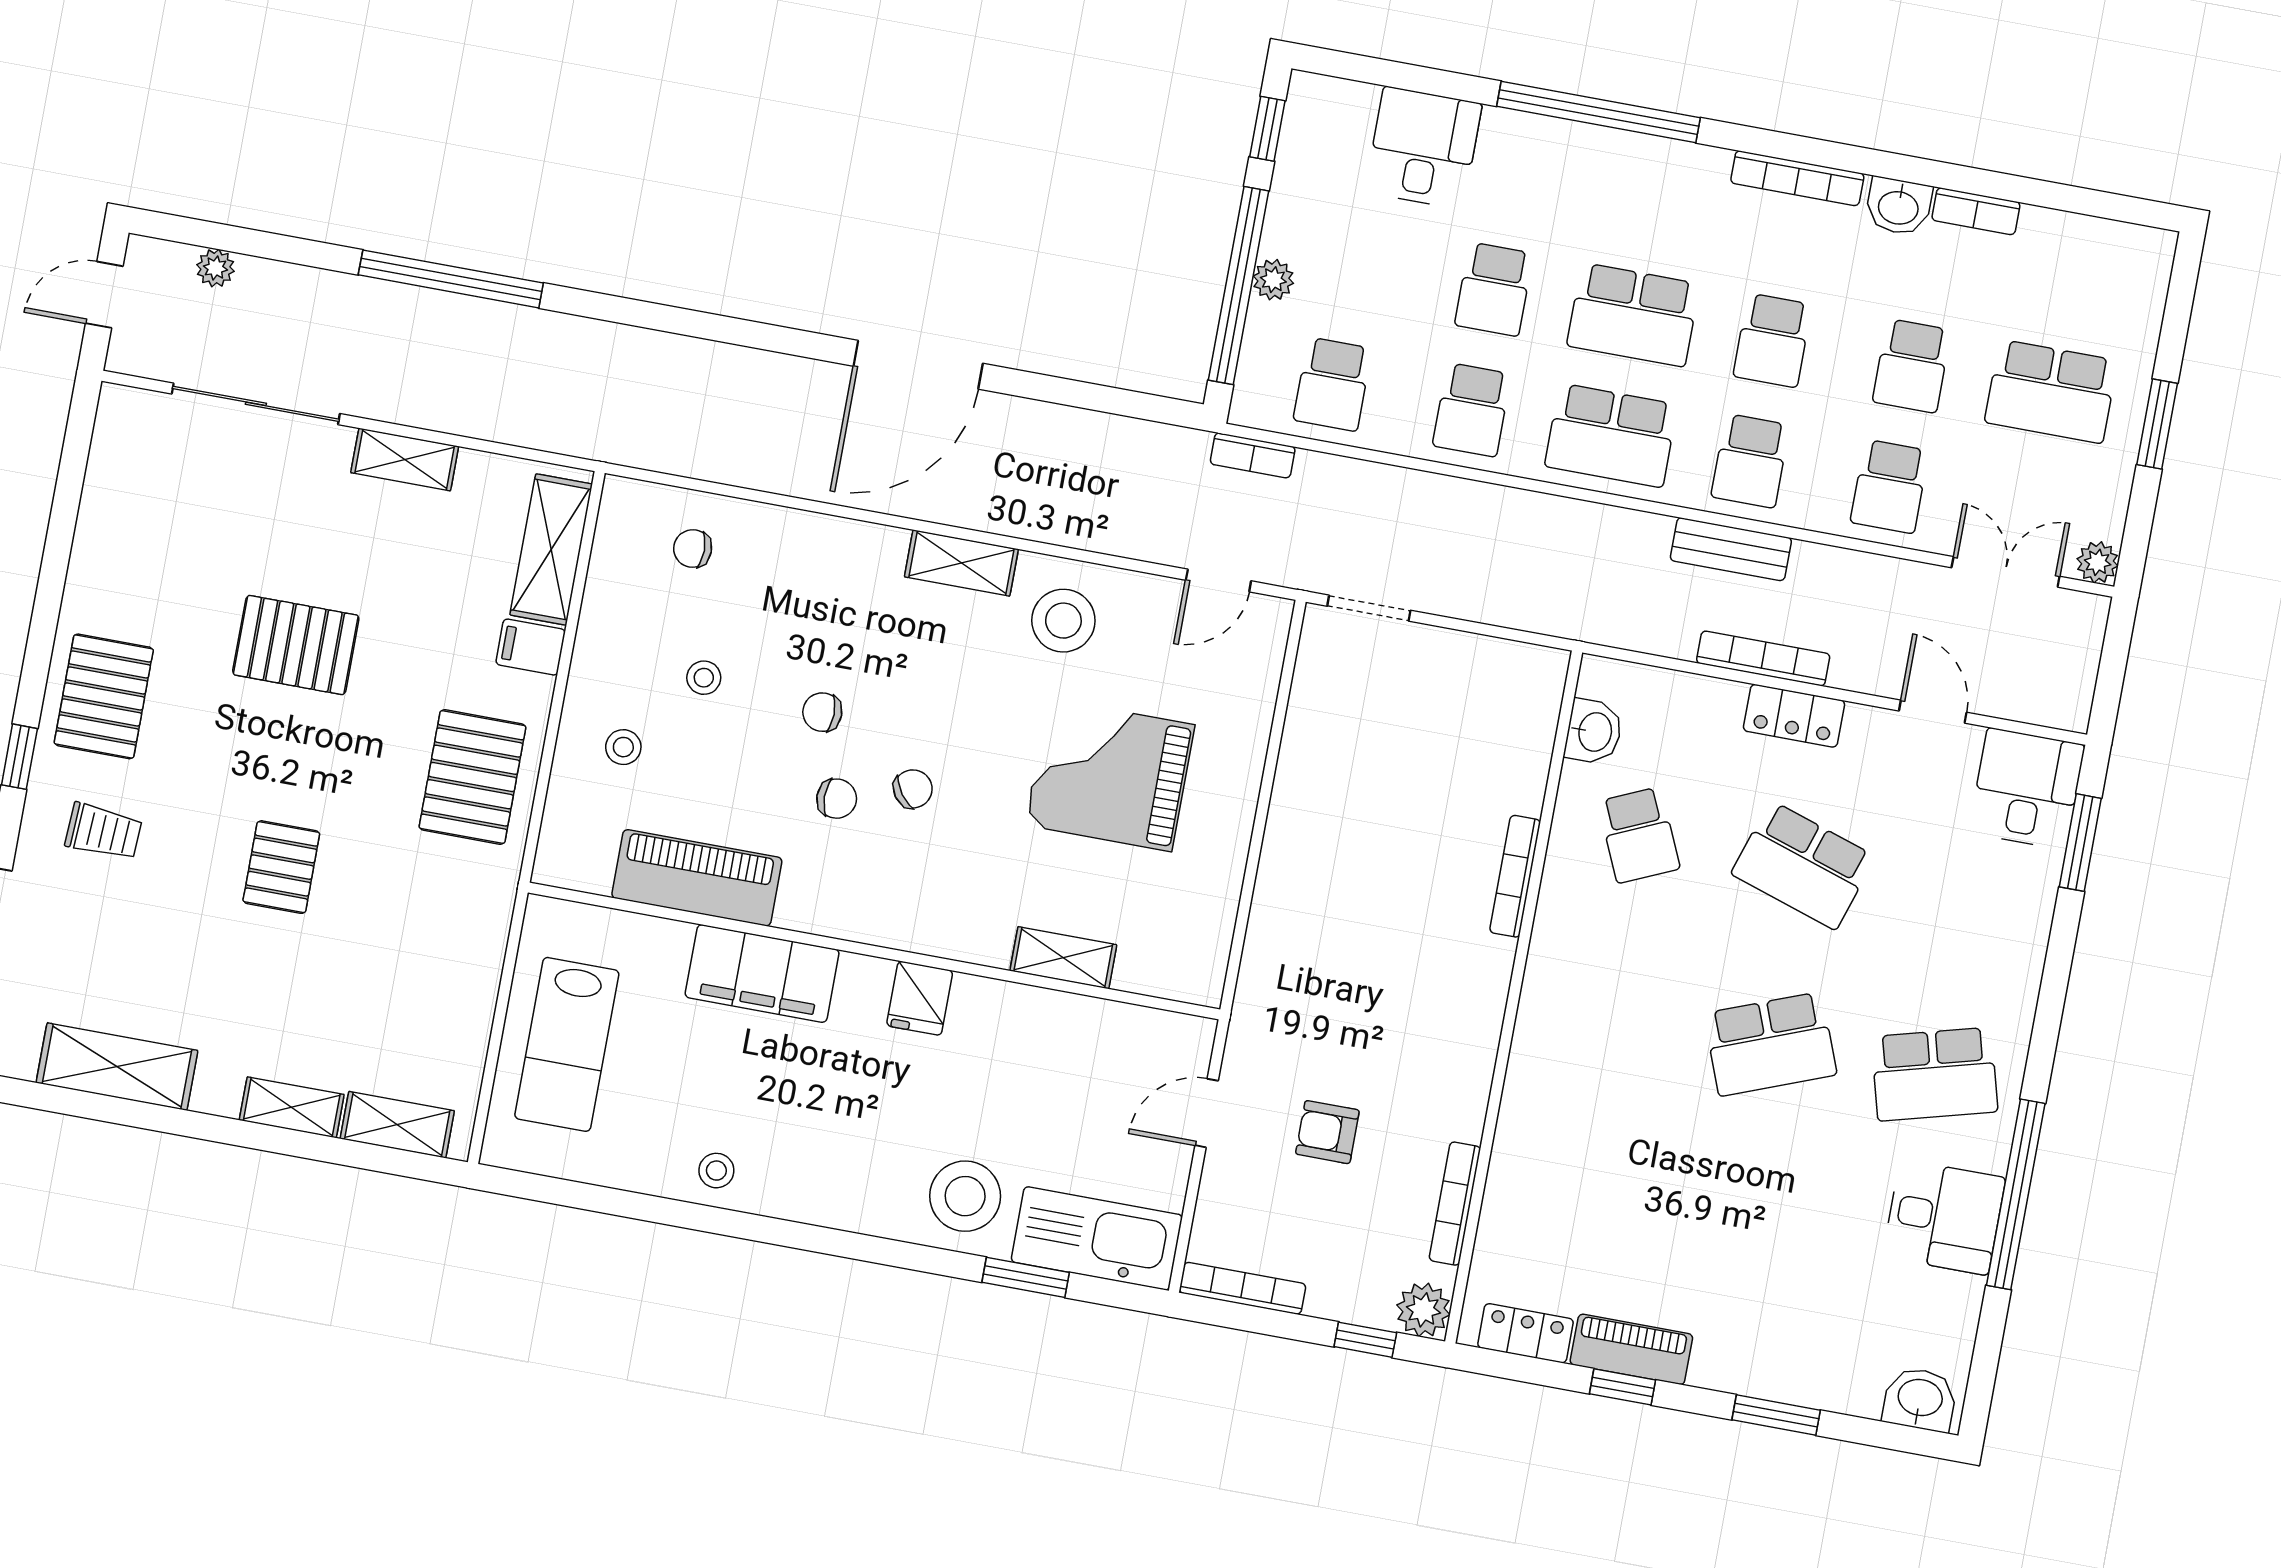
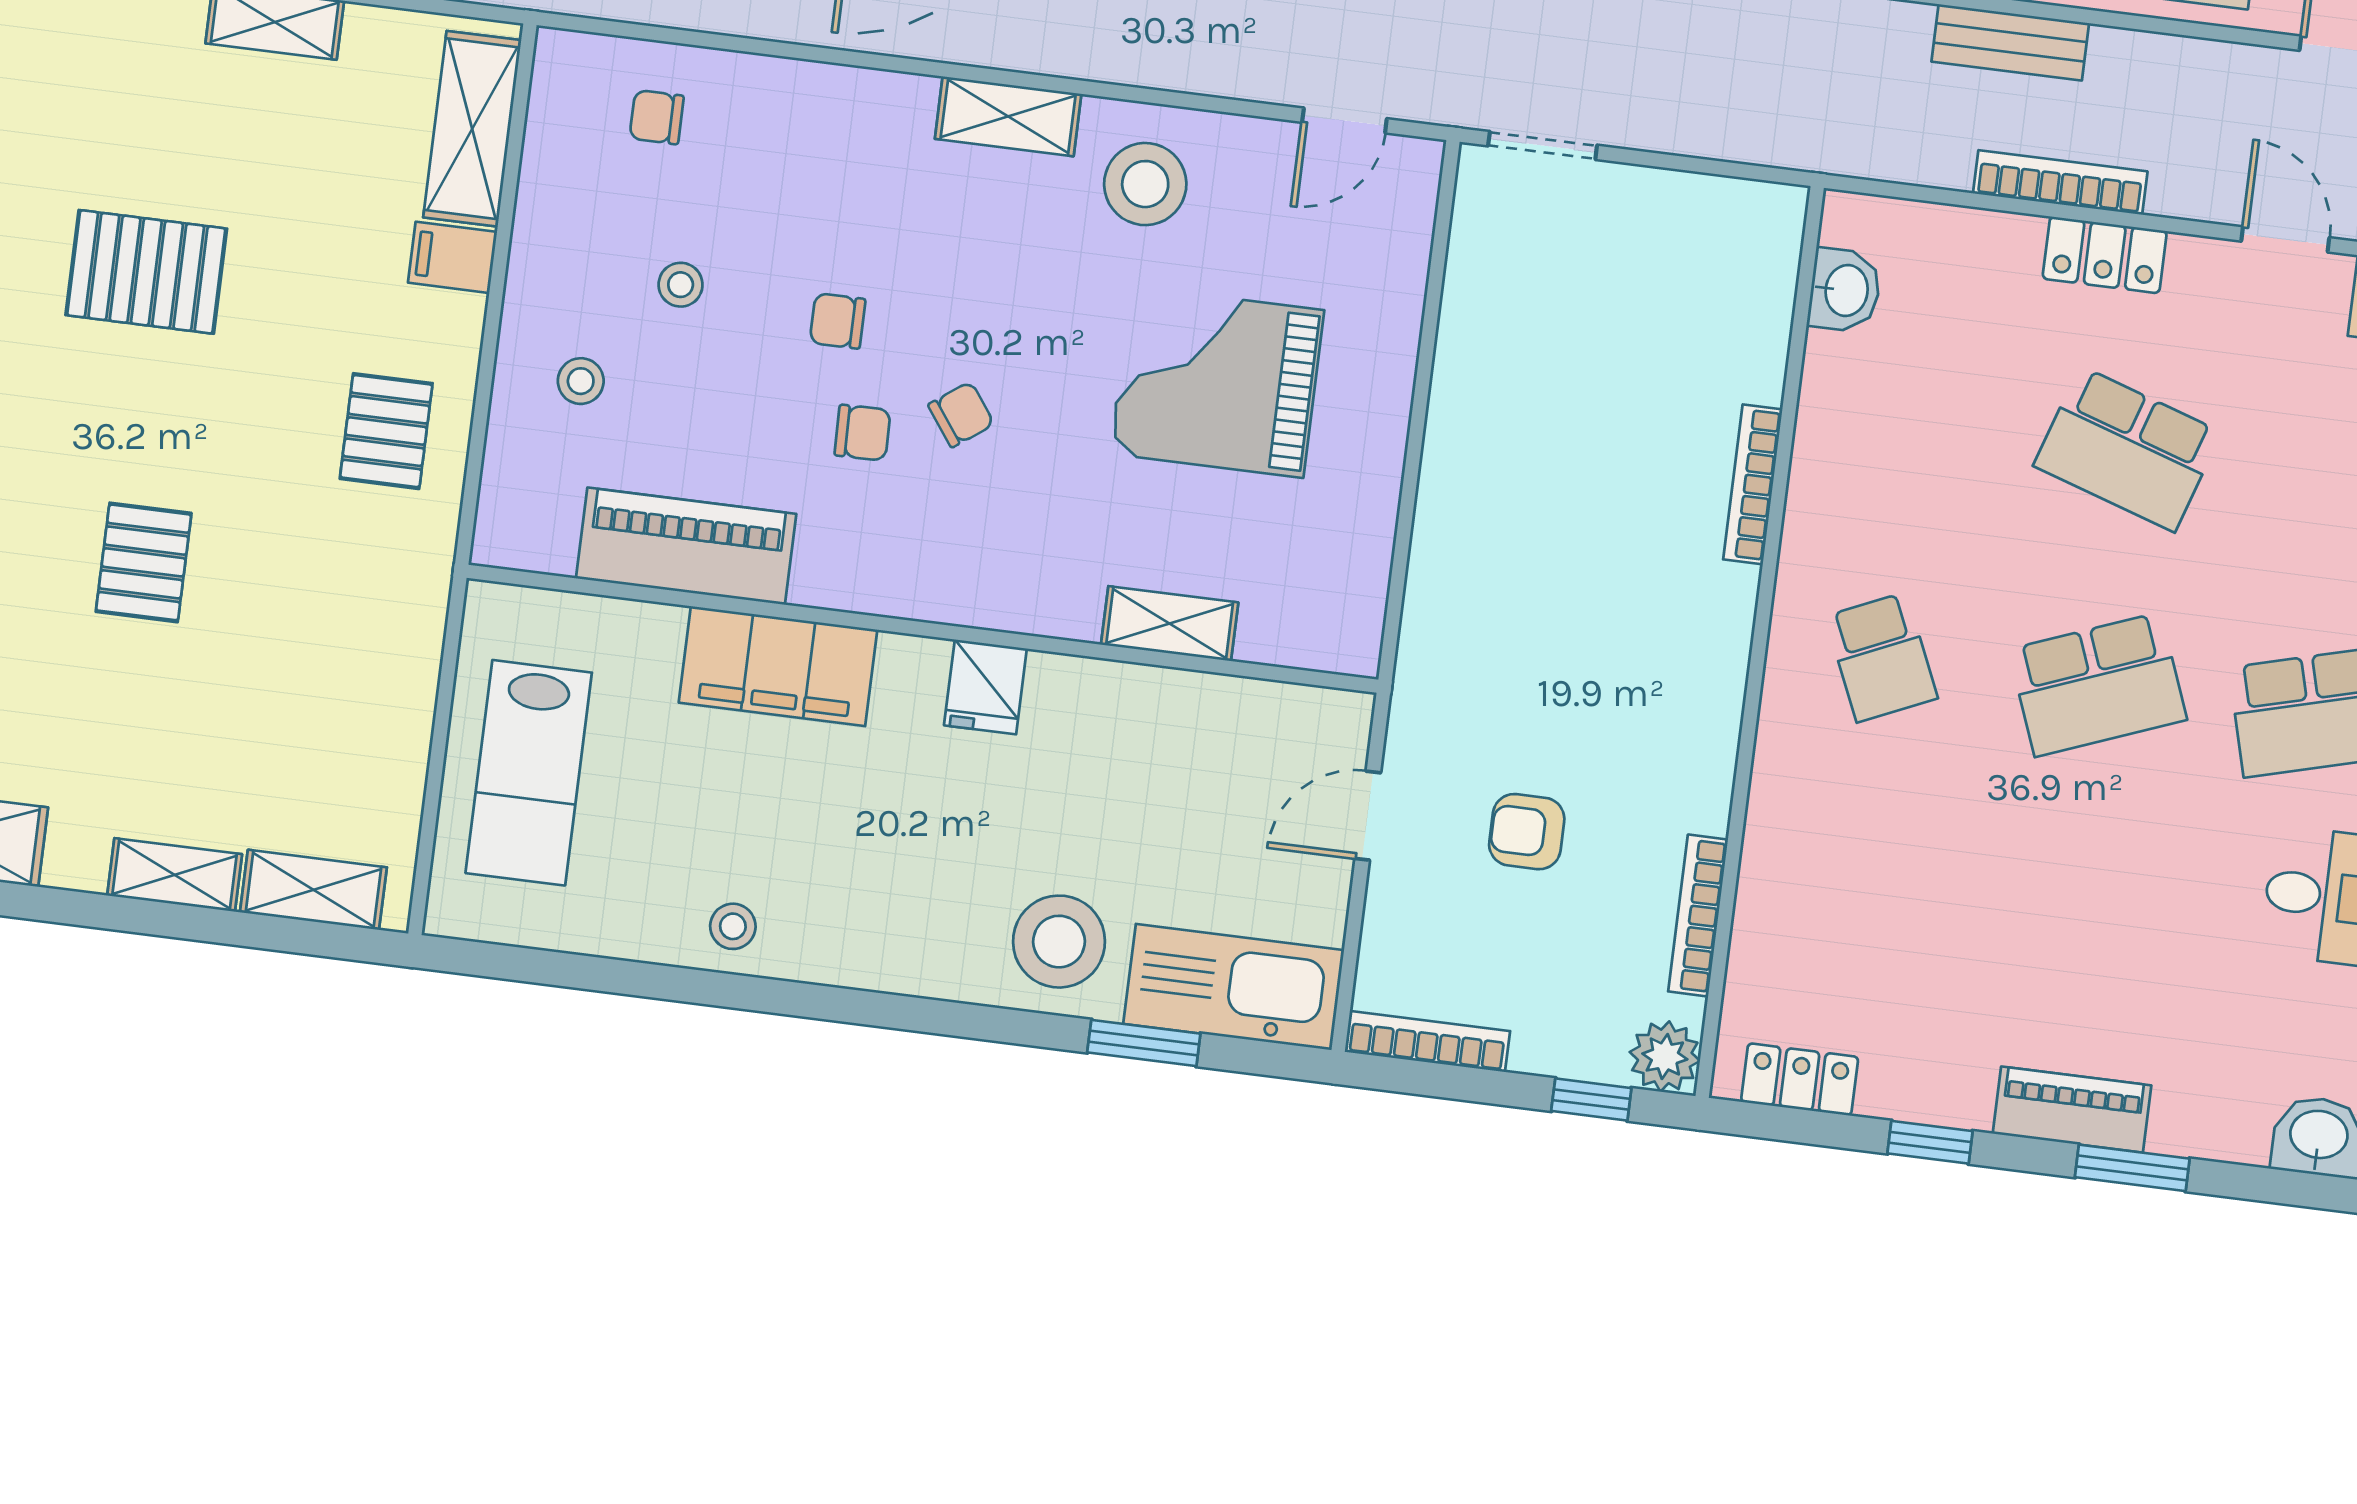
pallet: (472, 777) -> (386, 431), width x0.67, depth x0.71
school desk: (1639, 835) -> (1881, 657), moved
piano: (1631, 1349) -> (2072, 1110), moved

